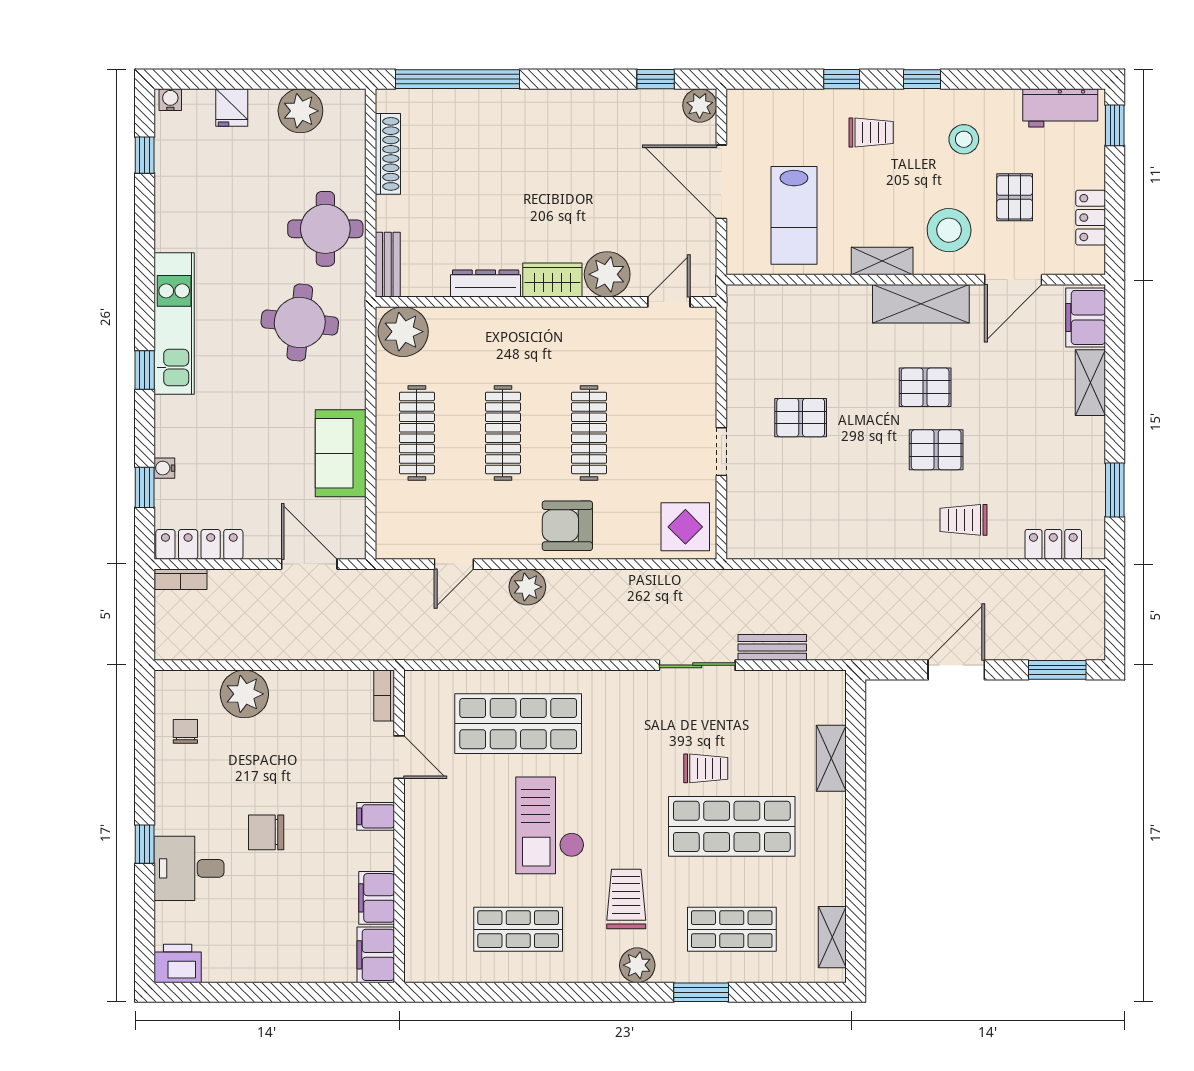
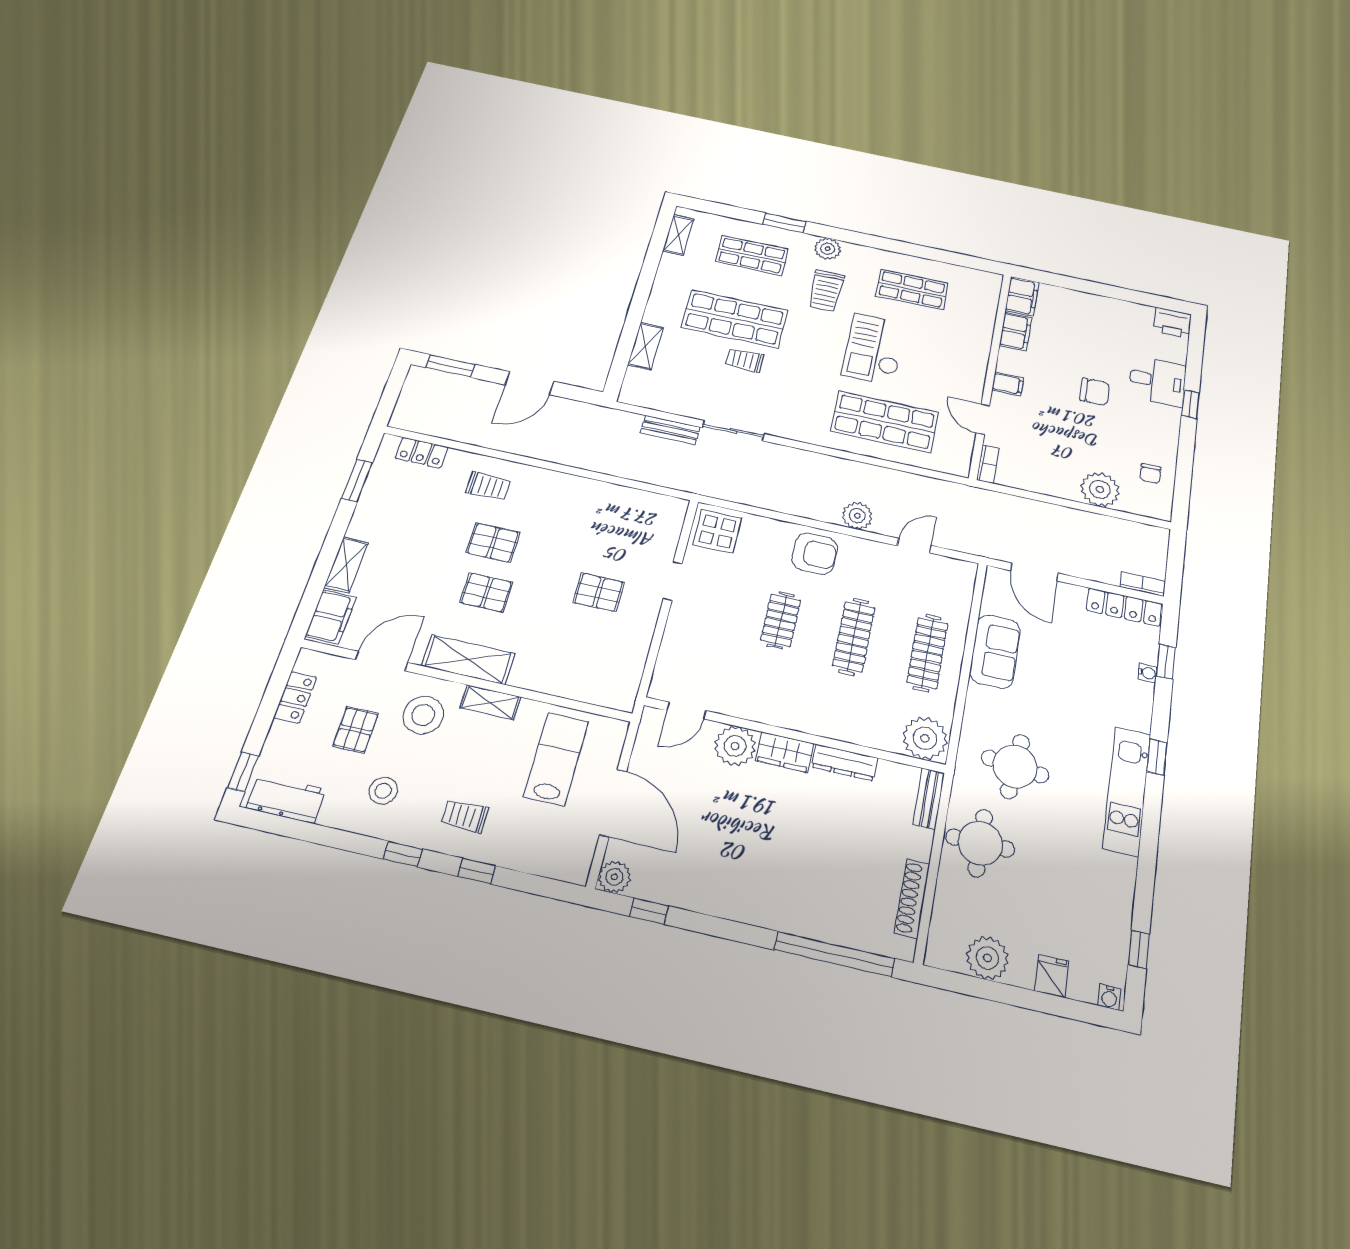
clothes rail: (589, 433) -> (781, 620), width x0.73
checkout: (550, 825) -> (874, 349), turned 180

